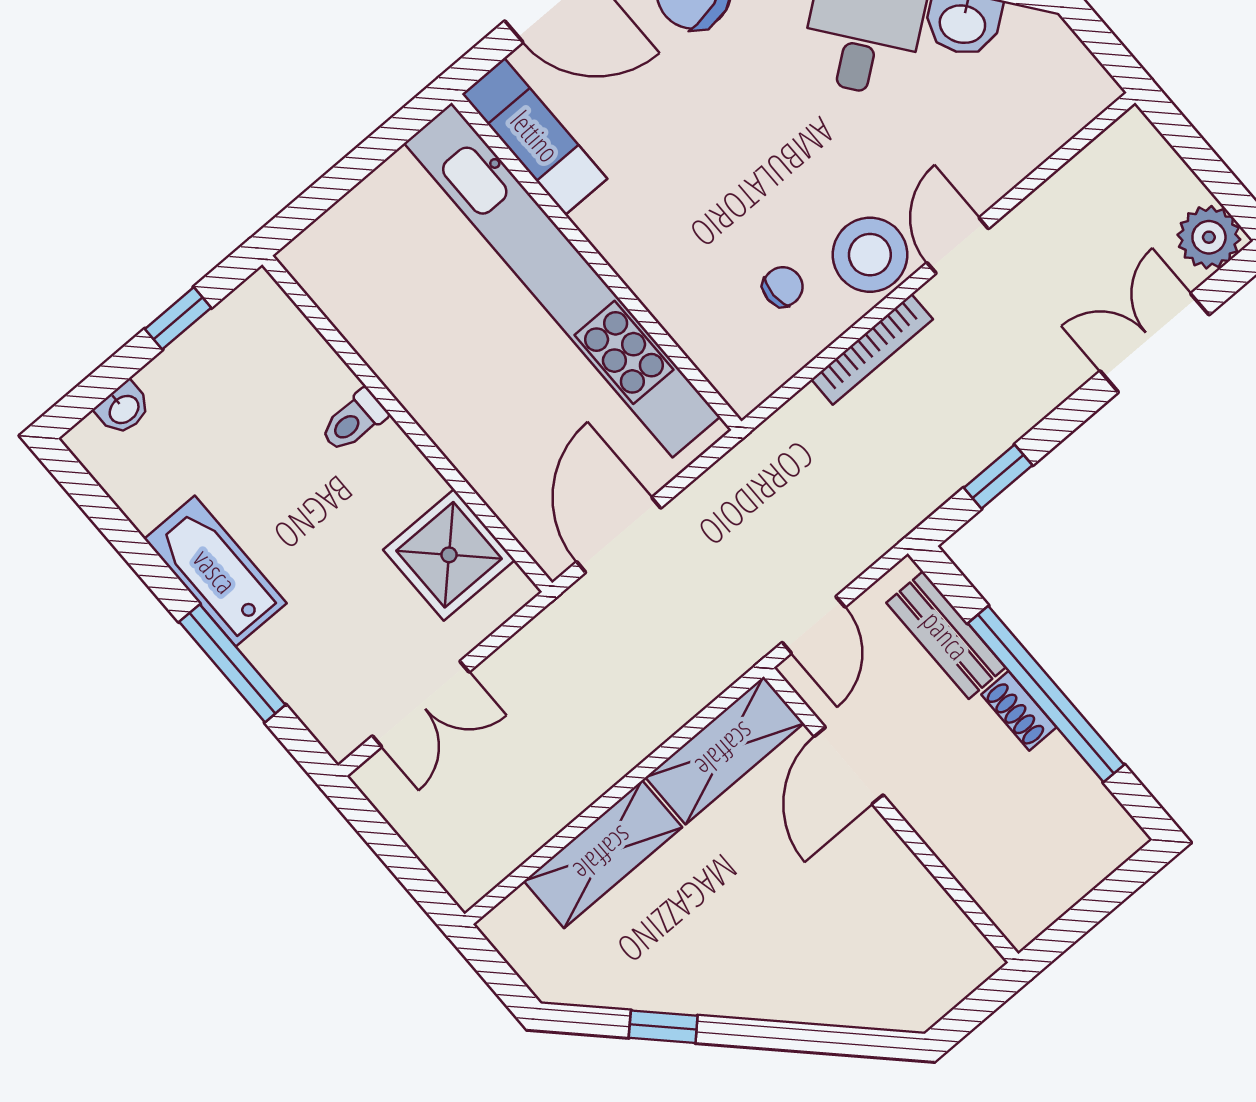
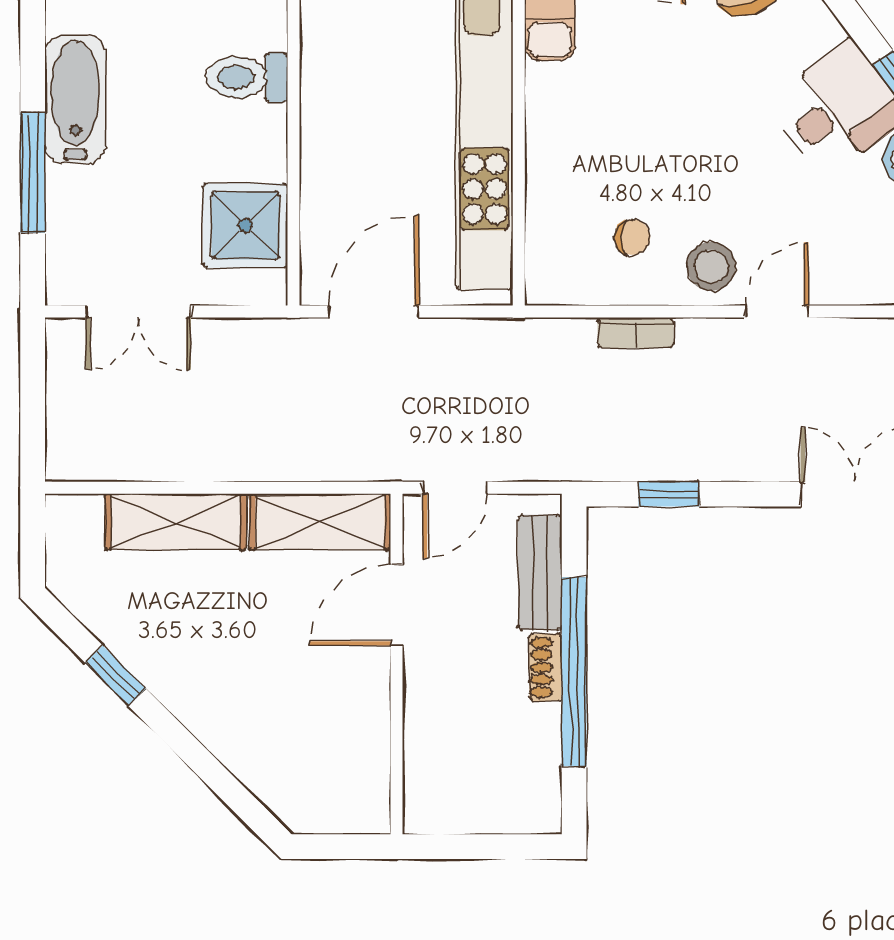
stool: (870, 255) -> (711, 266), width x0.73, depth x0.73
bookcase: (872, 349) -> (636, 333), width x0.64
toilet: (354, 421) -> (247, 77), width x1.37, depth x1.39

